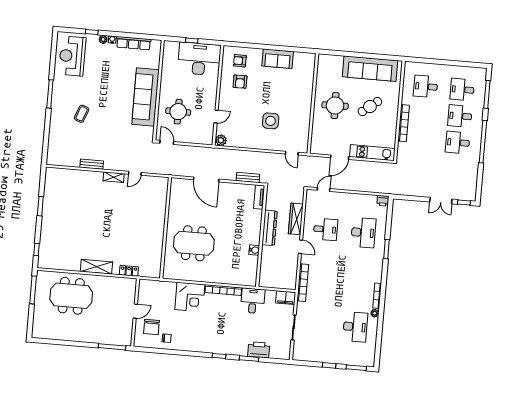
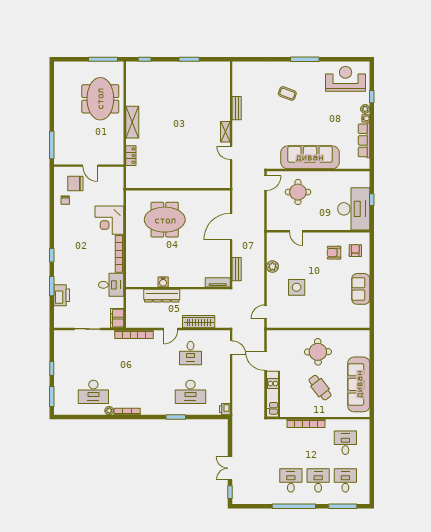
plant: (221, 140) -> (272, 267), moved
dresser: (270, 228) -> (162, 296), moved
meeting table: (194, 243) -> (165, 220), turned 90

